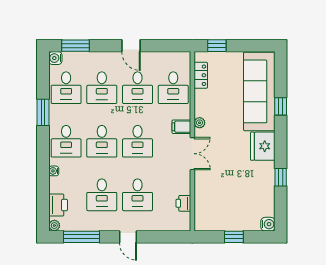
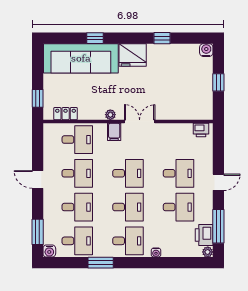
door: (131, 46) -> (38, 179), swing flipped
printer: (183, 203) -> (201, 130), moved
printer: (58, 205) -> (204, 235), moved, turned -90

